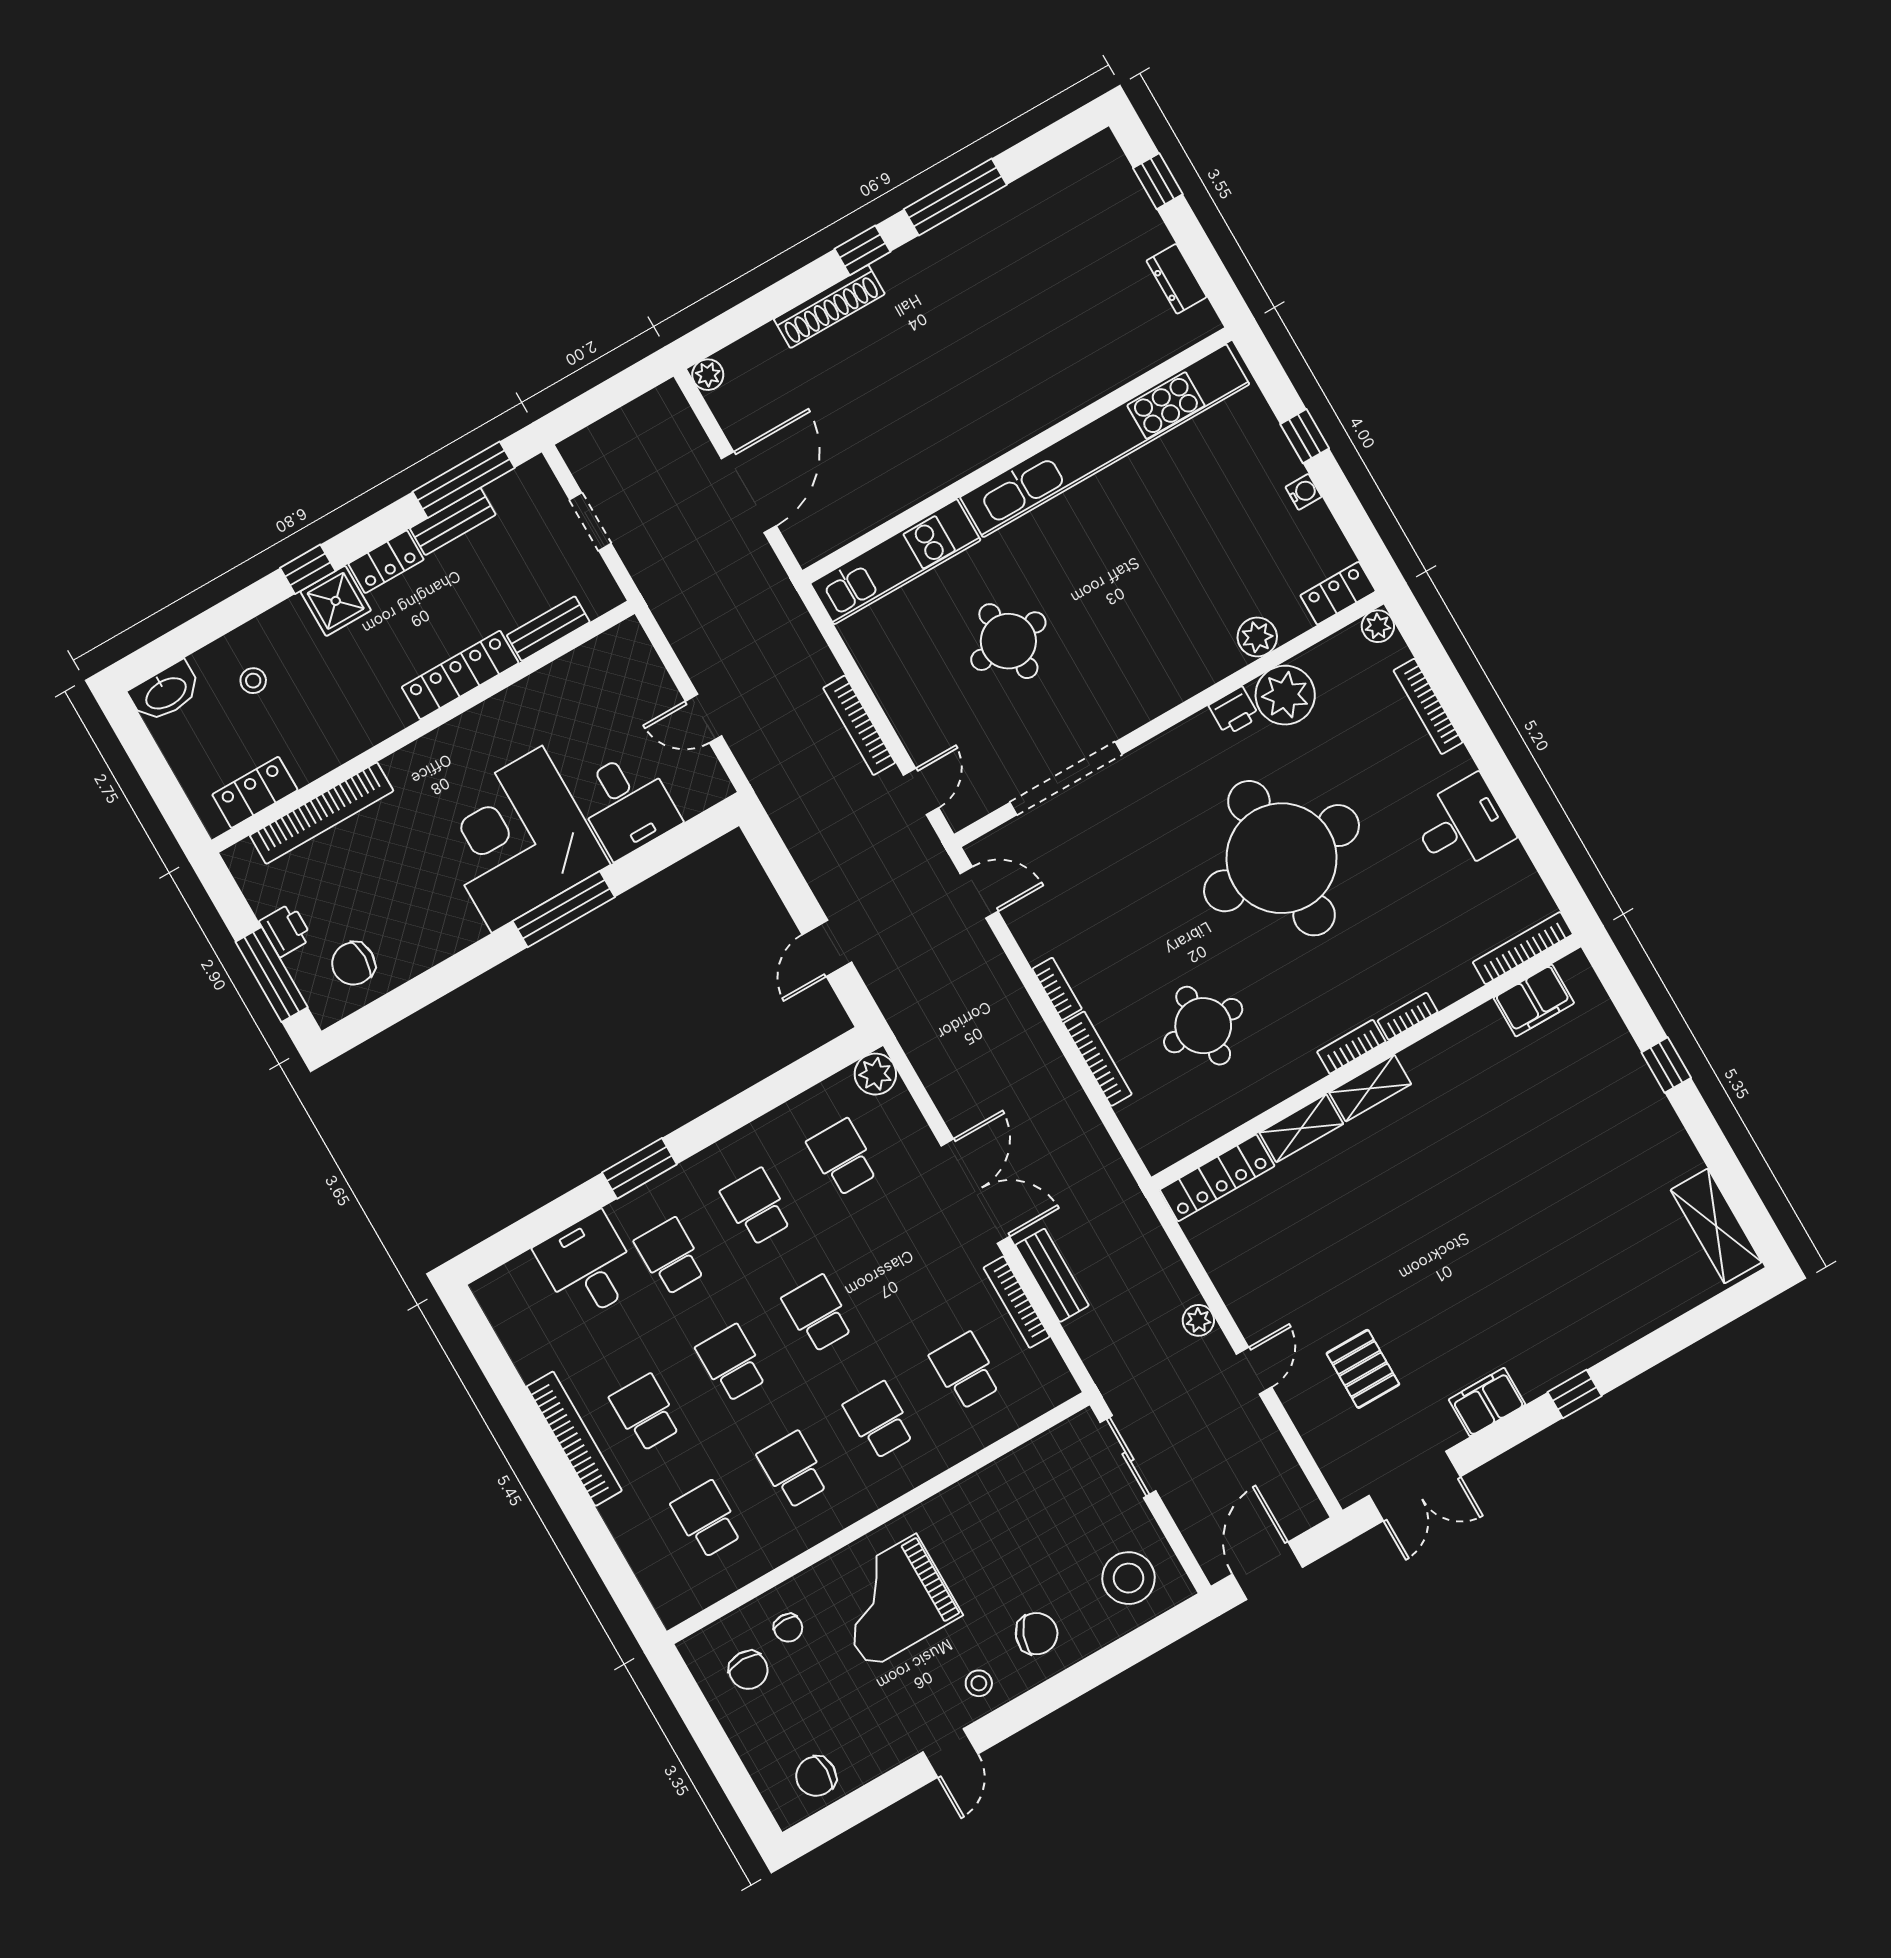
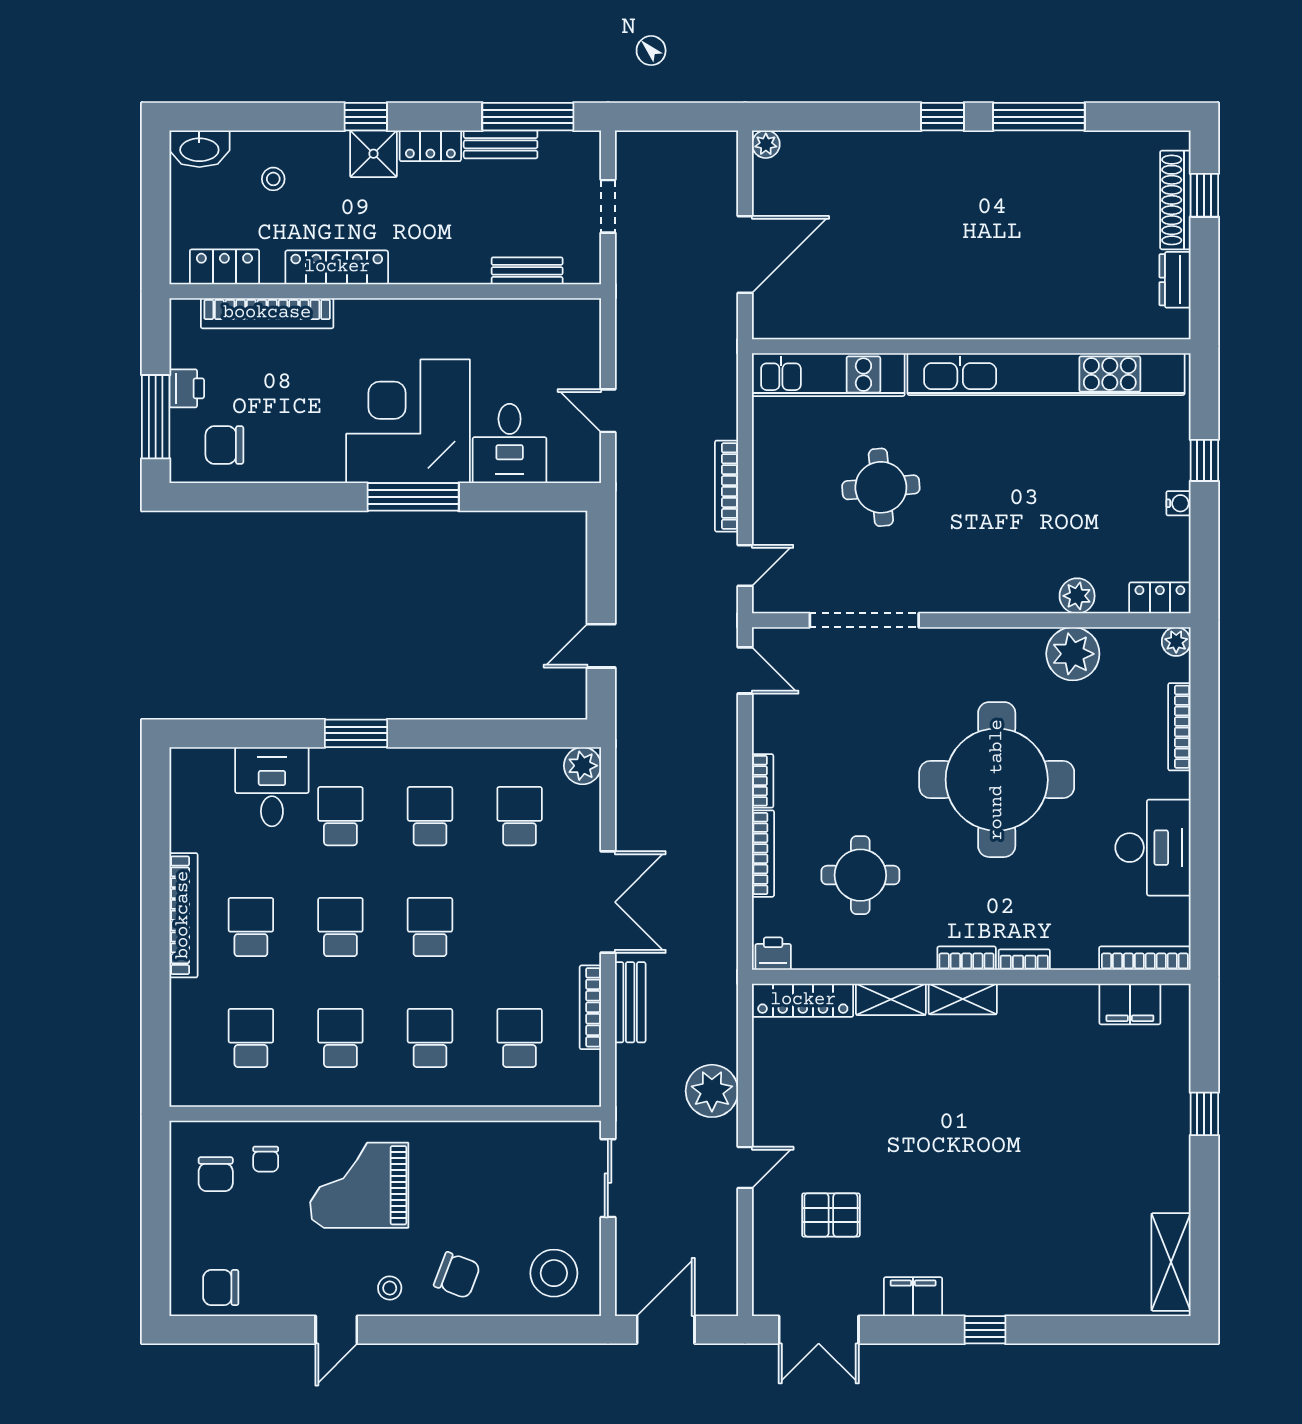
shoe rack: (829, 306) -> (1175, 200), moved, turned 90
locker: (460, 675) -> (337, 267), moved
printer: (1234, 711) -> (773, 954), moved, turned 180
desk: (1462, 825) -> (1153, 848), width x1.37
plant: (1198, 1320) -> (712, 1091), width x1.87, depth x1.87
pallet: (1363, 1369) -> (831, 1215), turned 90

